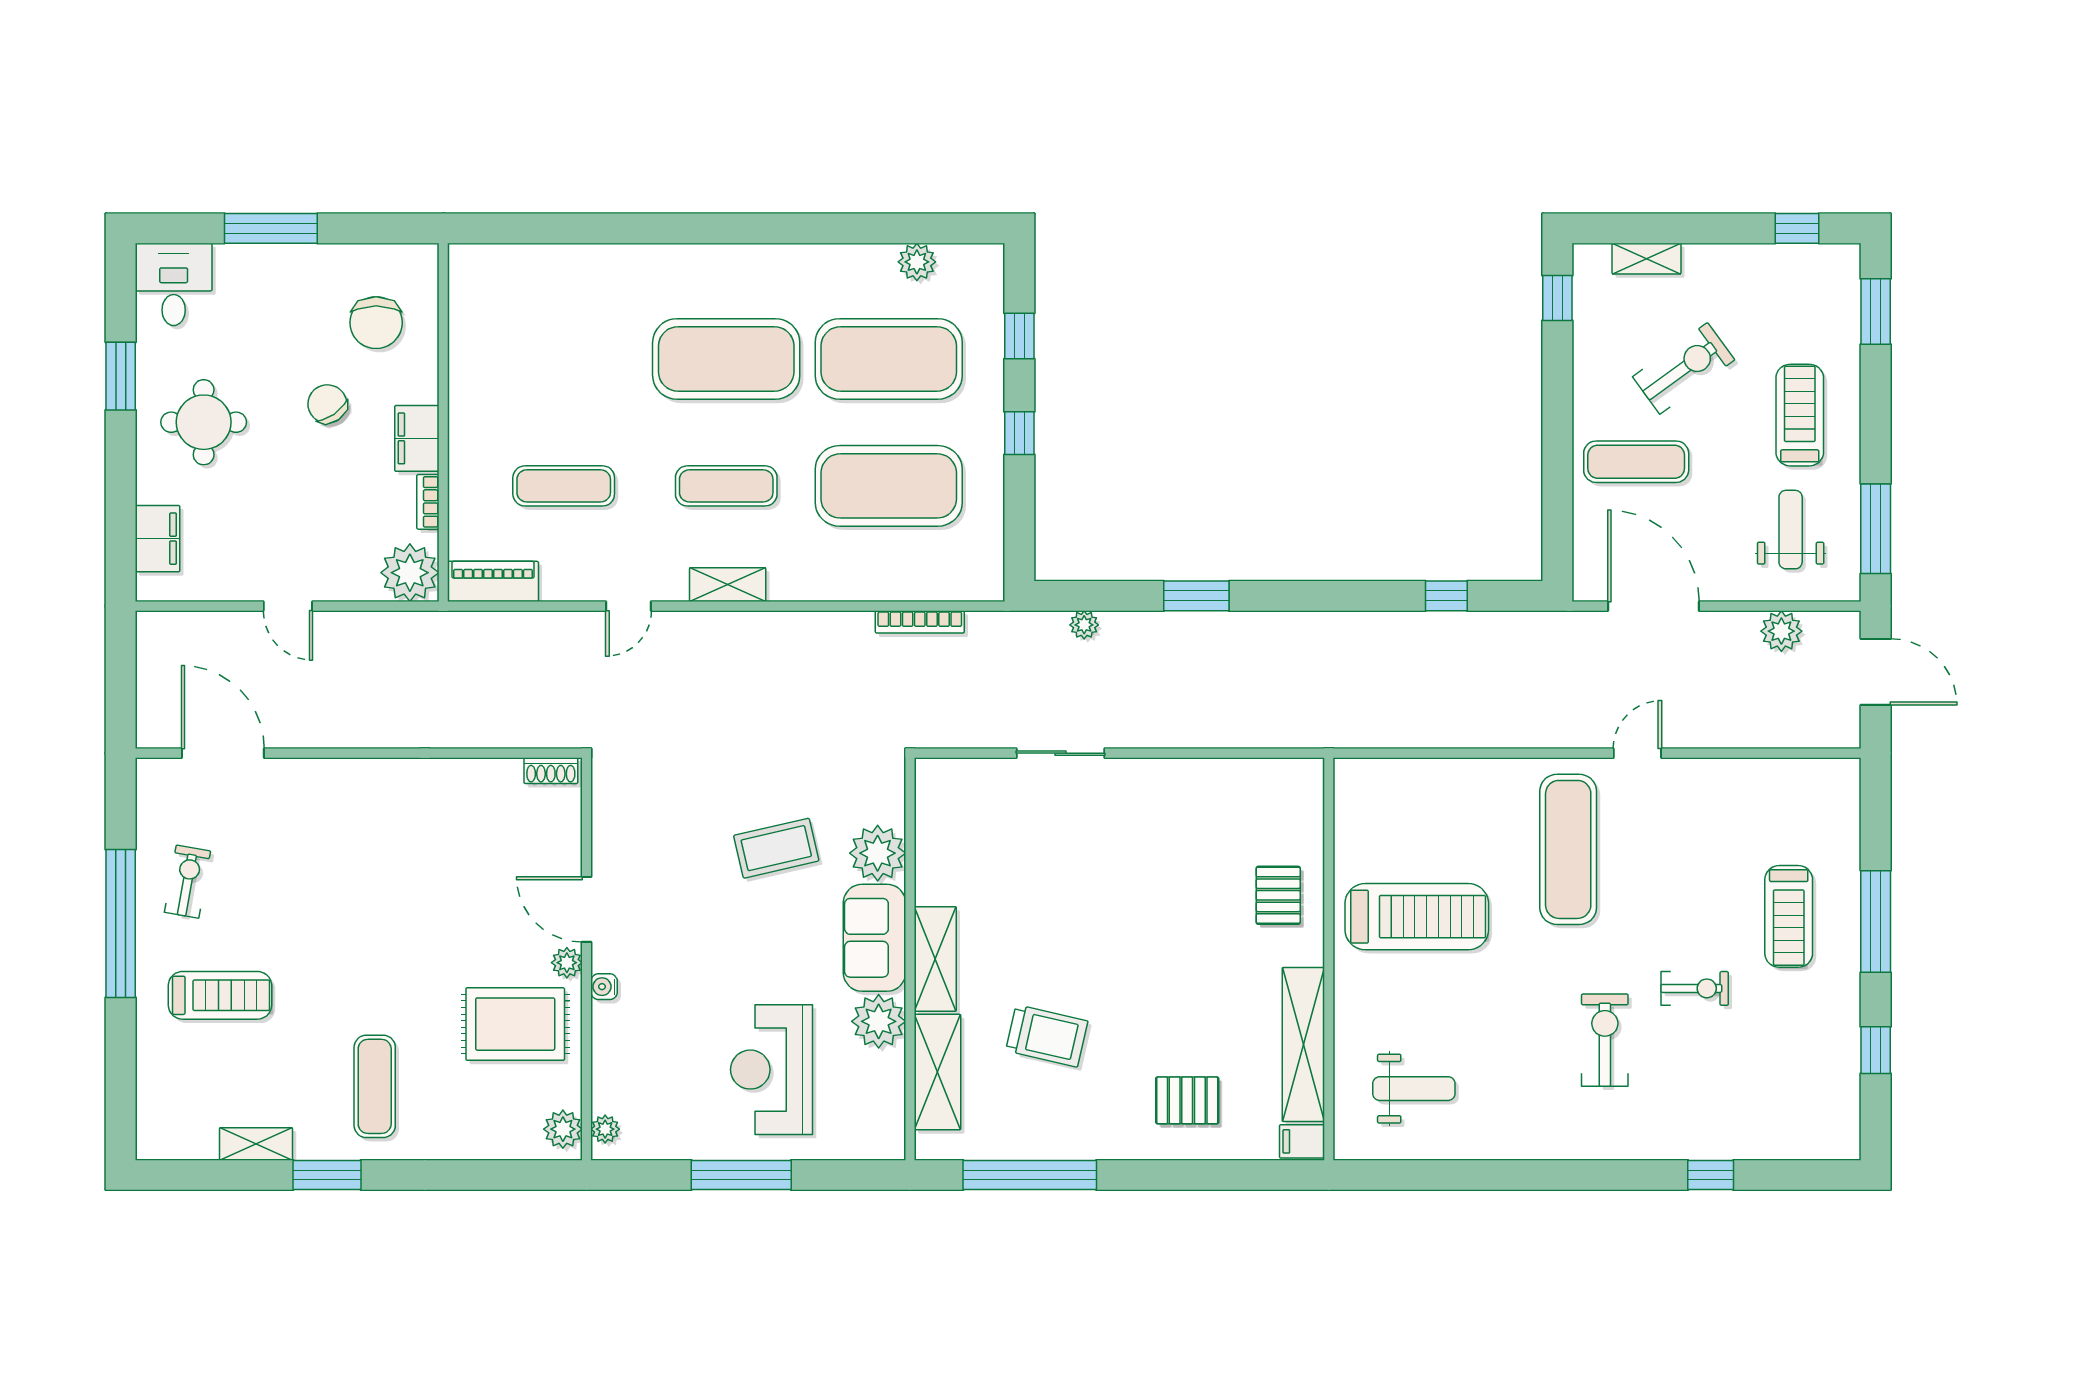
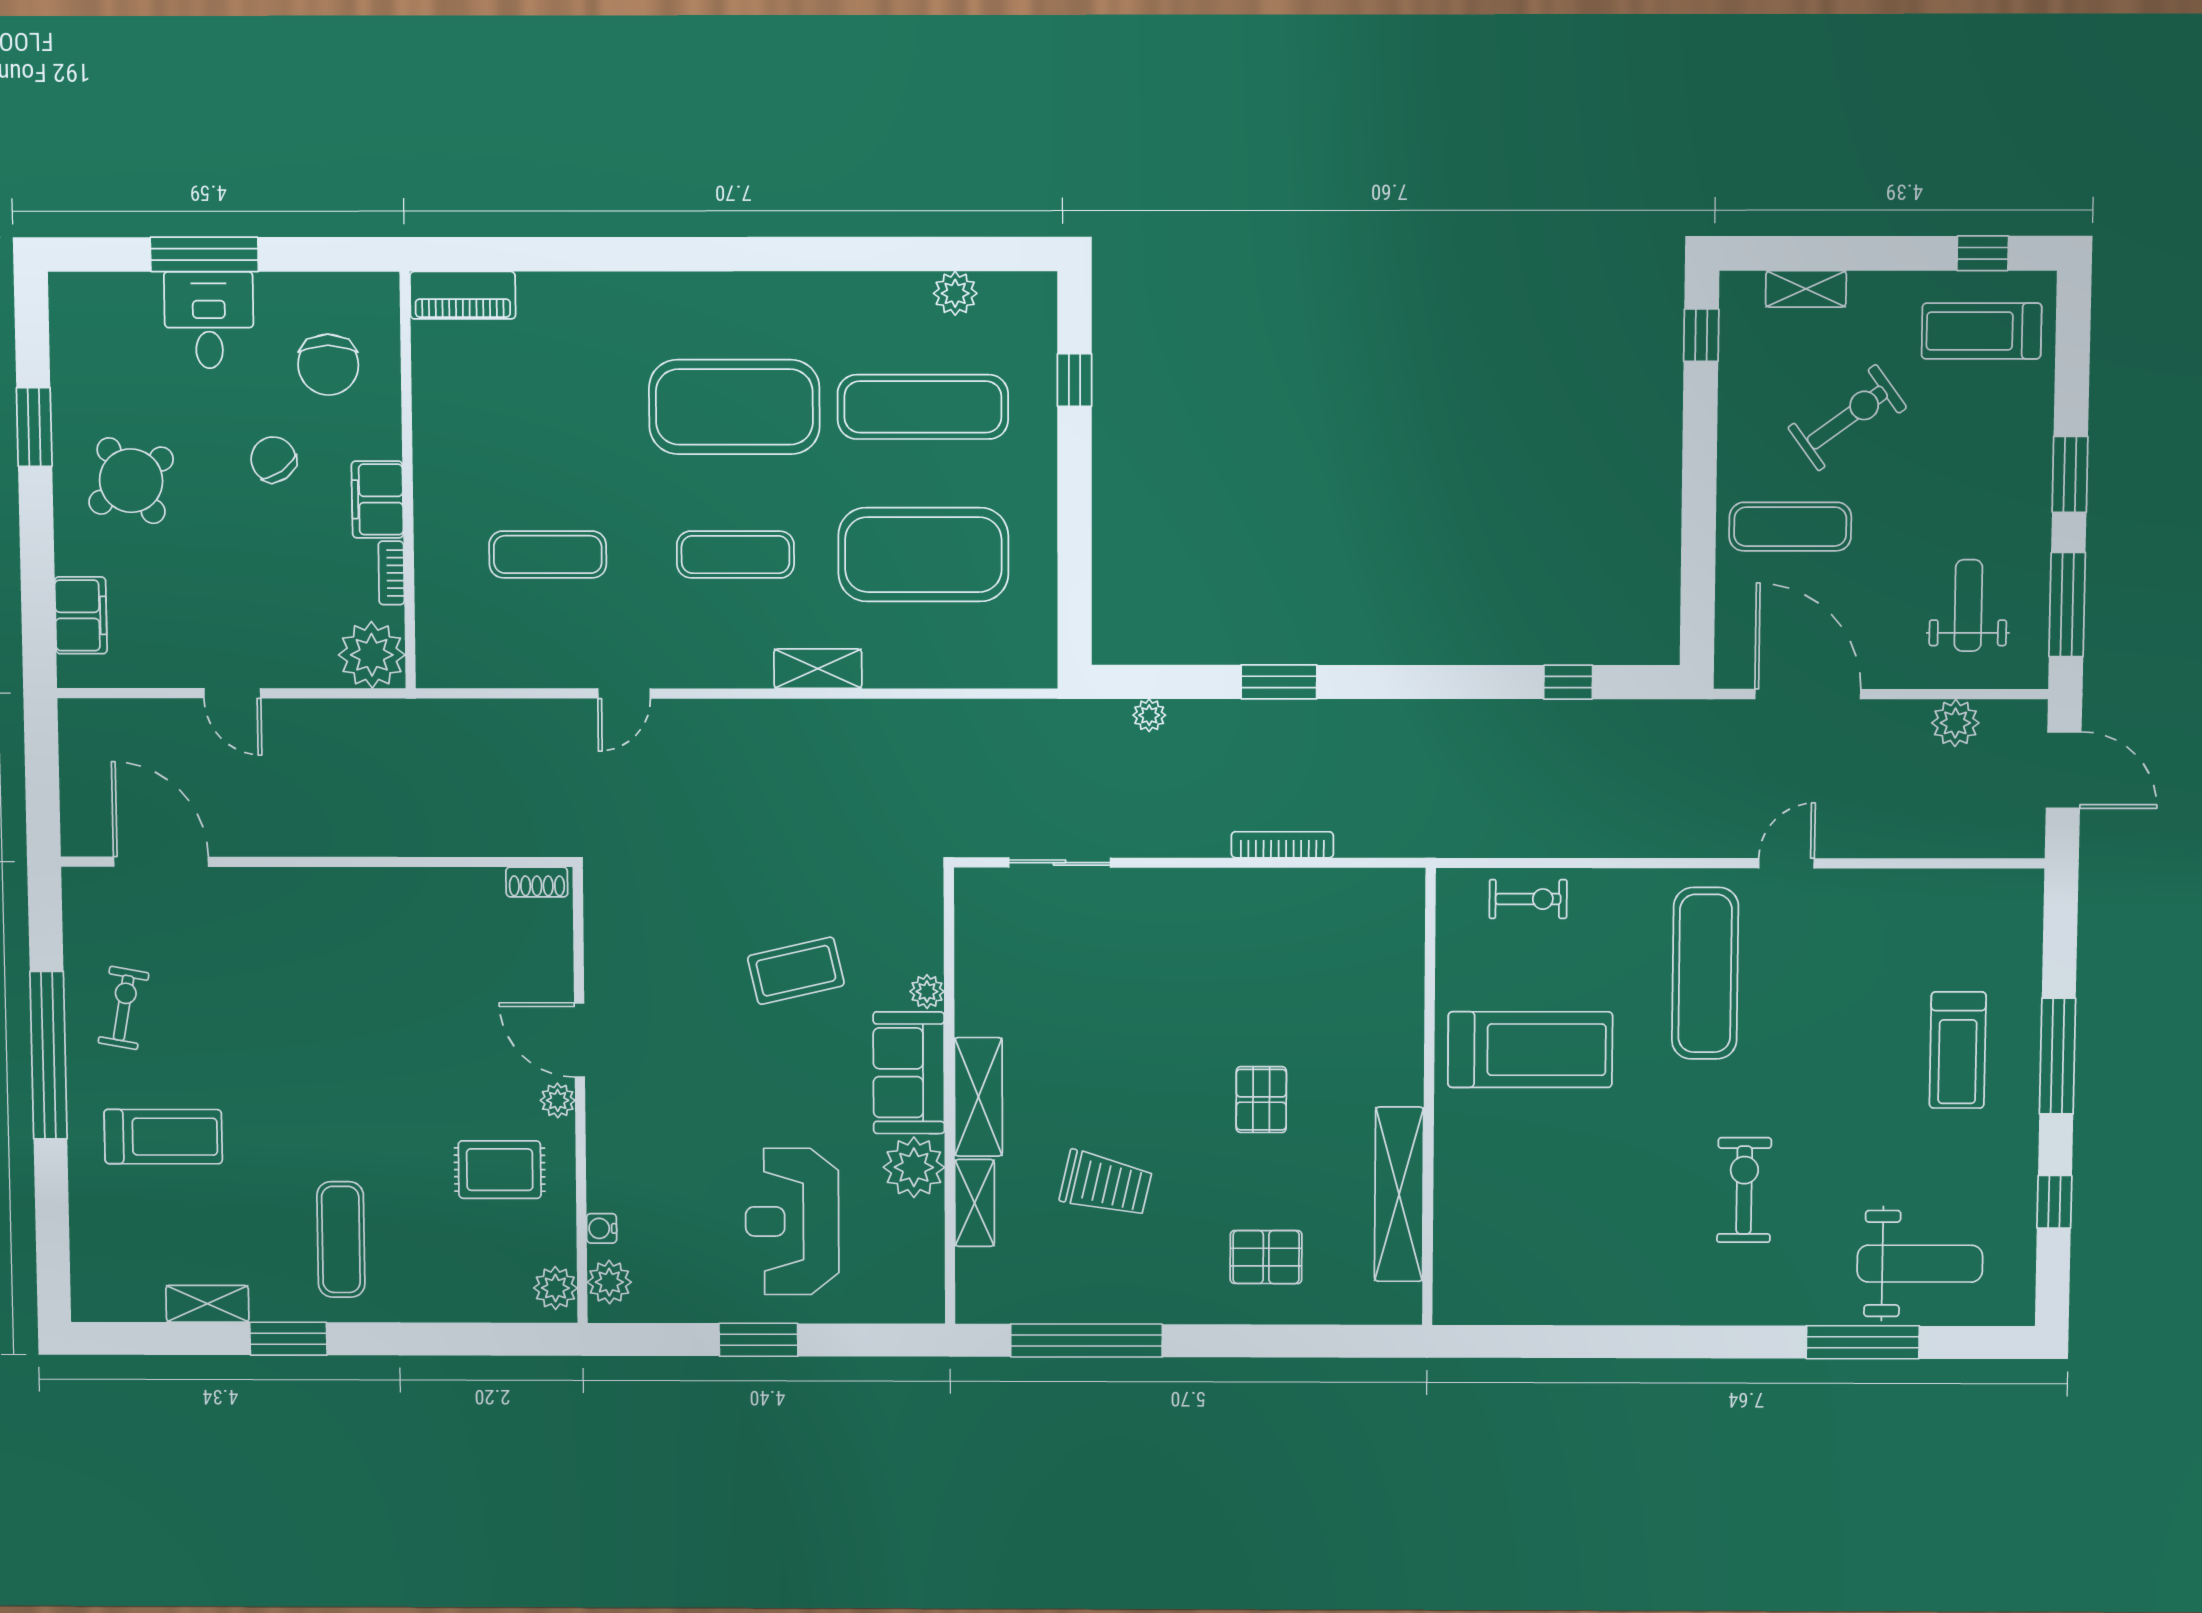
desk: (174, 284) -> (209, 320), moved
window: (1876, 311) -> (2070, 474), moved
exercise mat: (889, 359) -> (923, 407), width x0.68
treadmill: (1800, 415) -> (1982, 331), moved, turned -90
round table: (204, 422) -> (131, 481), turned -35
window: (1019, 433) -> (1075, 493), removed
piano: (493, 581) -> (463, 295), moved, turned 180
shelving: (728, 585) -> (818, 669), moved
bookcase: (920, 622) -> (1282, 845), moved, turned 180
sliding door: (1061, 753) -> (1060, 863), moved
plant: (878, 853) -> (927, 992), width x0.53, depth x0.53
pallet: (1278, 895) -> (1261, 1100), moved
water cooler: (604, 987) -> (602, 1228), moved
exercise bike: (1695, 988) -> (1528, 899), moved
rug: (515, 1024) -> (500, 1170), width x0.73, depth x0.70
shelving: (937, 1072) -> (975, 1203), width x0.67, depth x0.75
weight bench: (1414, 1089) -> (1920, 1264), moved, width x1.36, depth x1.33
plant: (605, 1129) -> (609, 1282), width x1.38, depth x1.38
filing cabinet: (1302, 1141) -> (1397, 1303), removed
window: (741, 1175) -> (758, 1340), width x0.69
window: (1711, 1175) -> (1863, 1342), width x2.17

